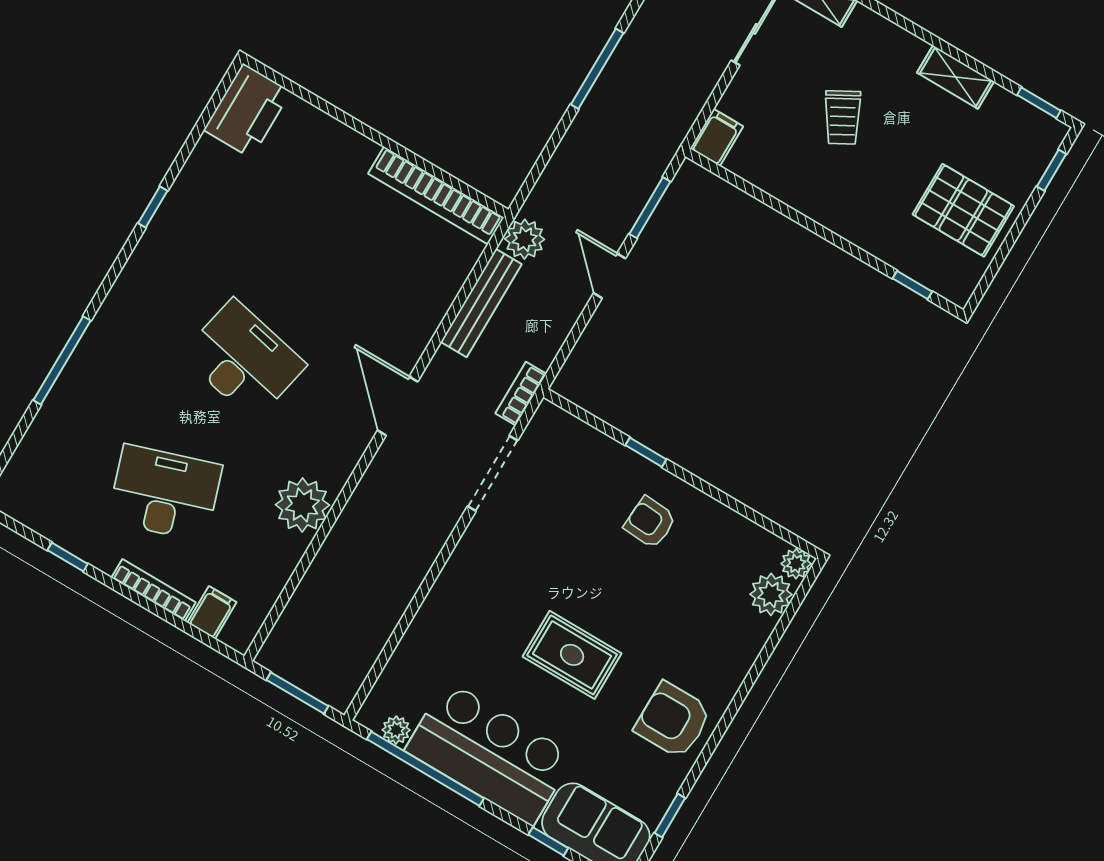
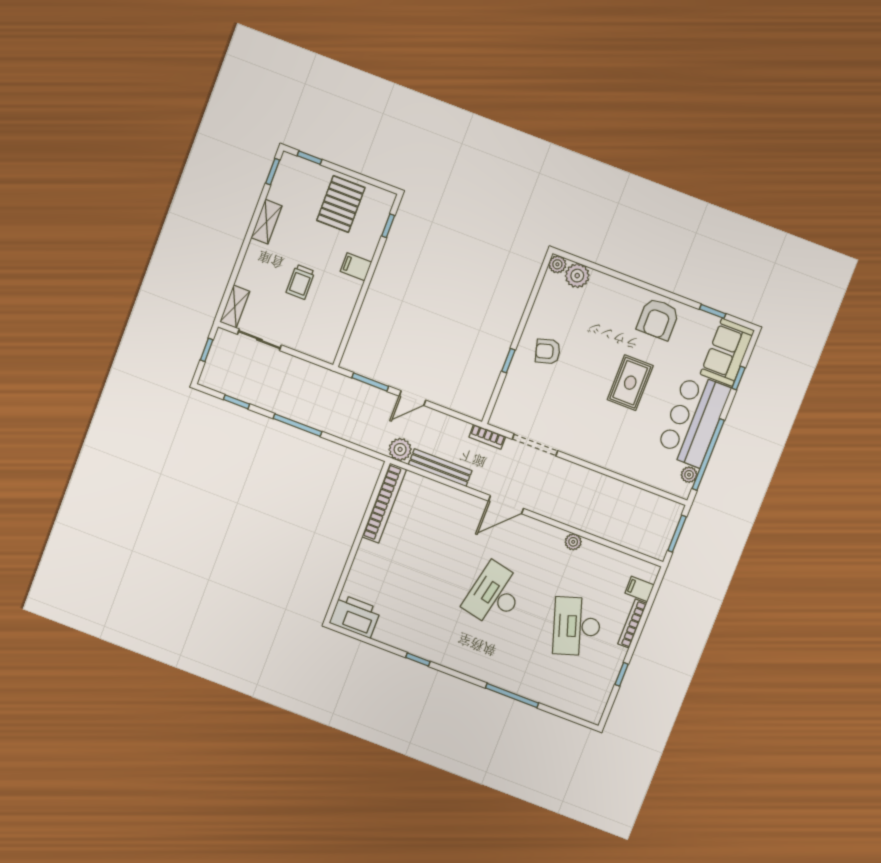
trolley: (843, 117) -> (300, 282), turned 119
filing cabinet: (717, 137) -> (356, 267), moved
plant: (302, 505) -> (573, 542), width x0.53, depth x0.53
armchair: (650, 522) -> (548, 351), turned 70

